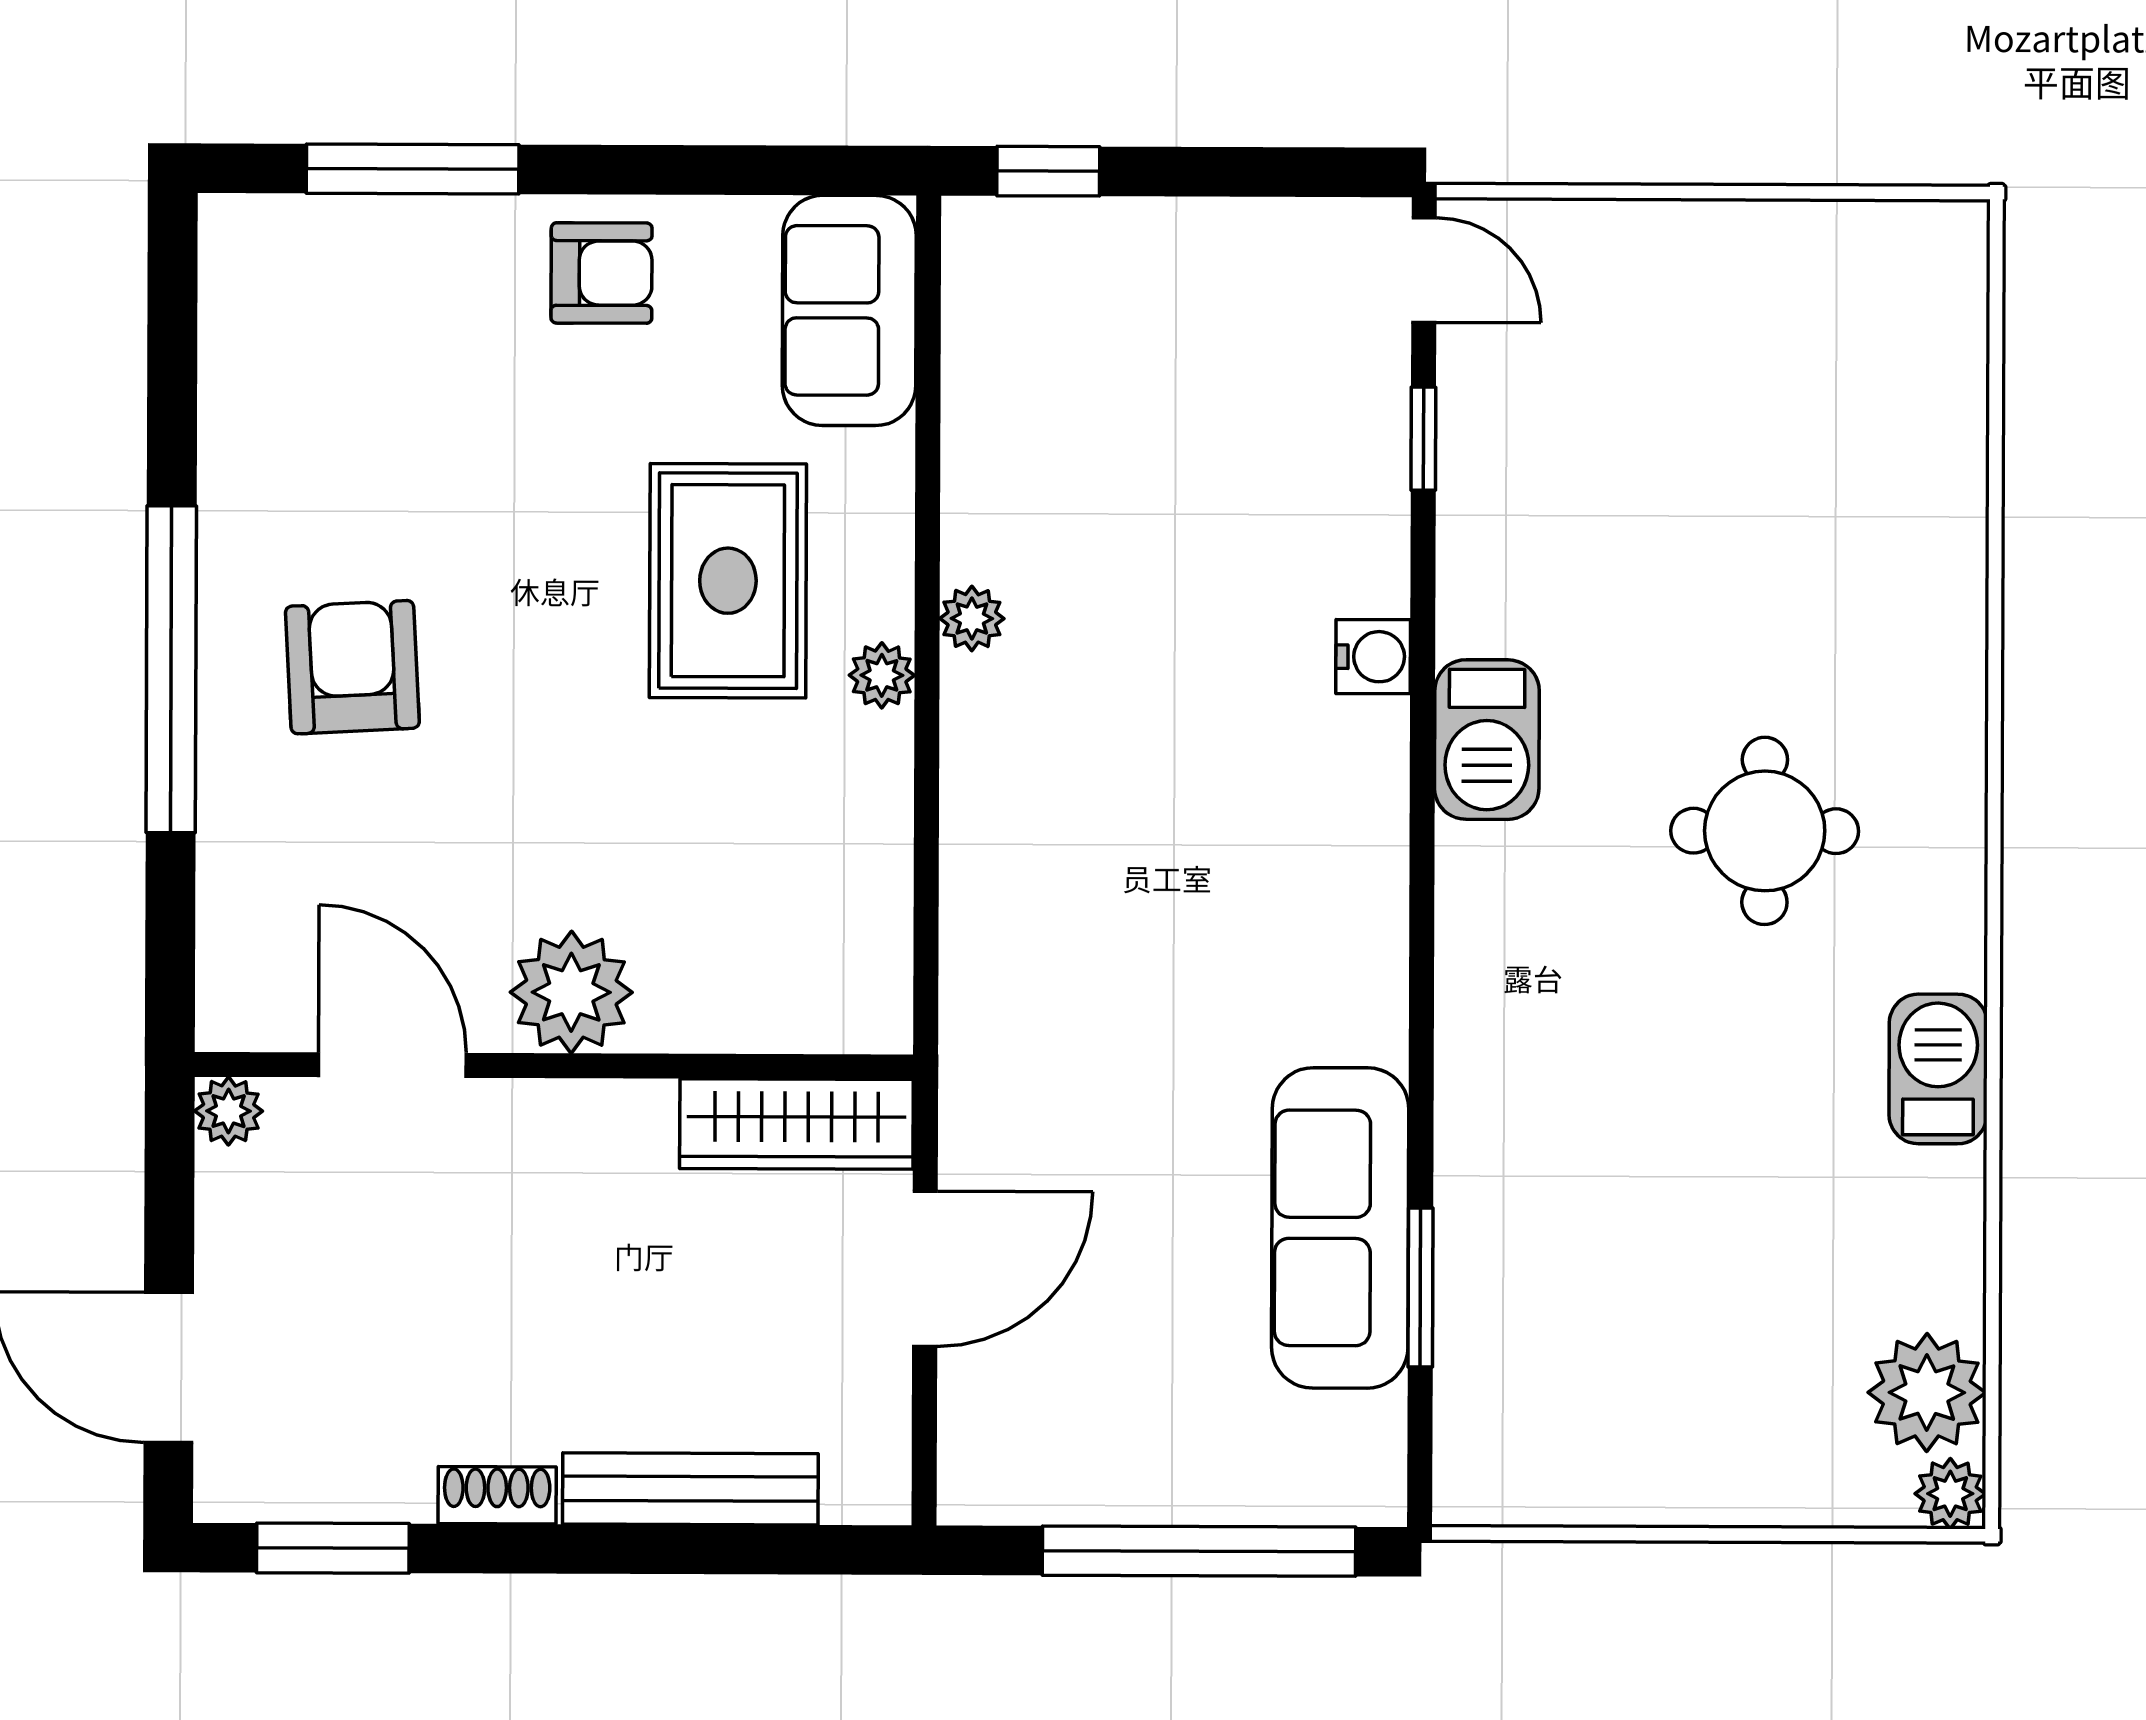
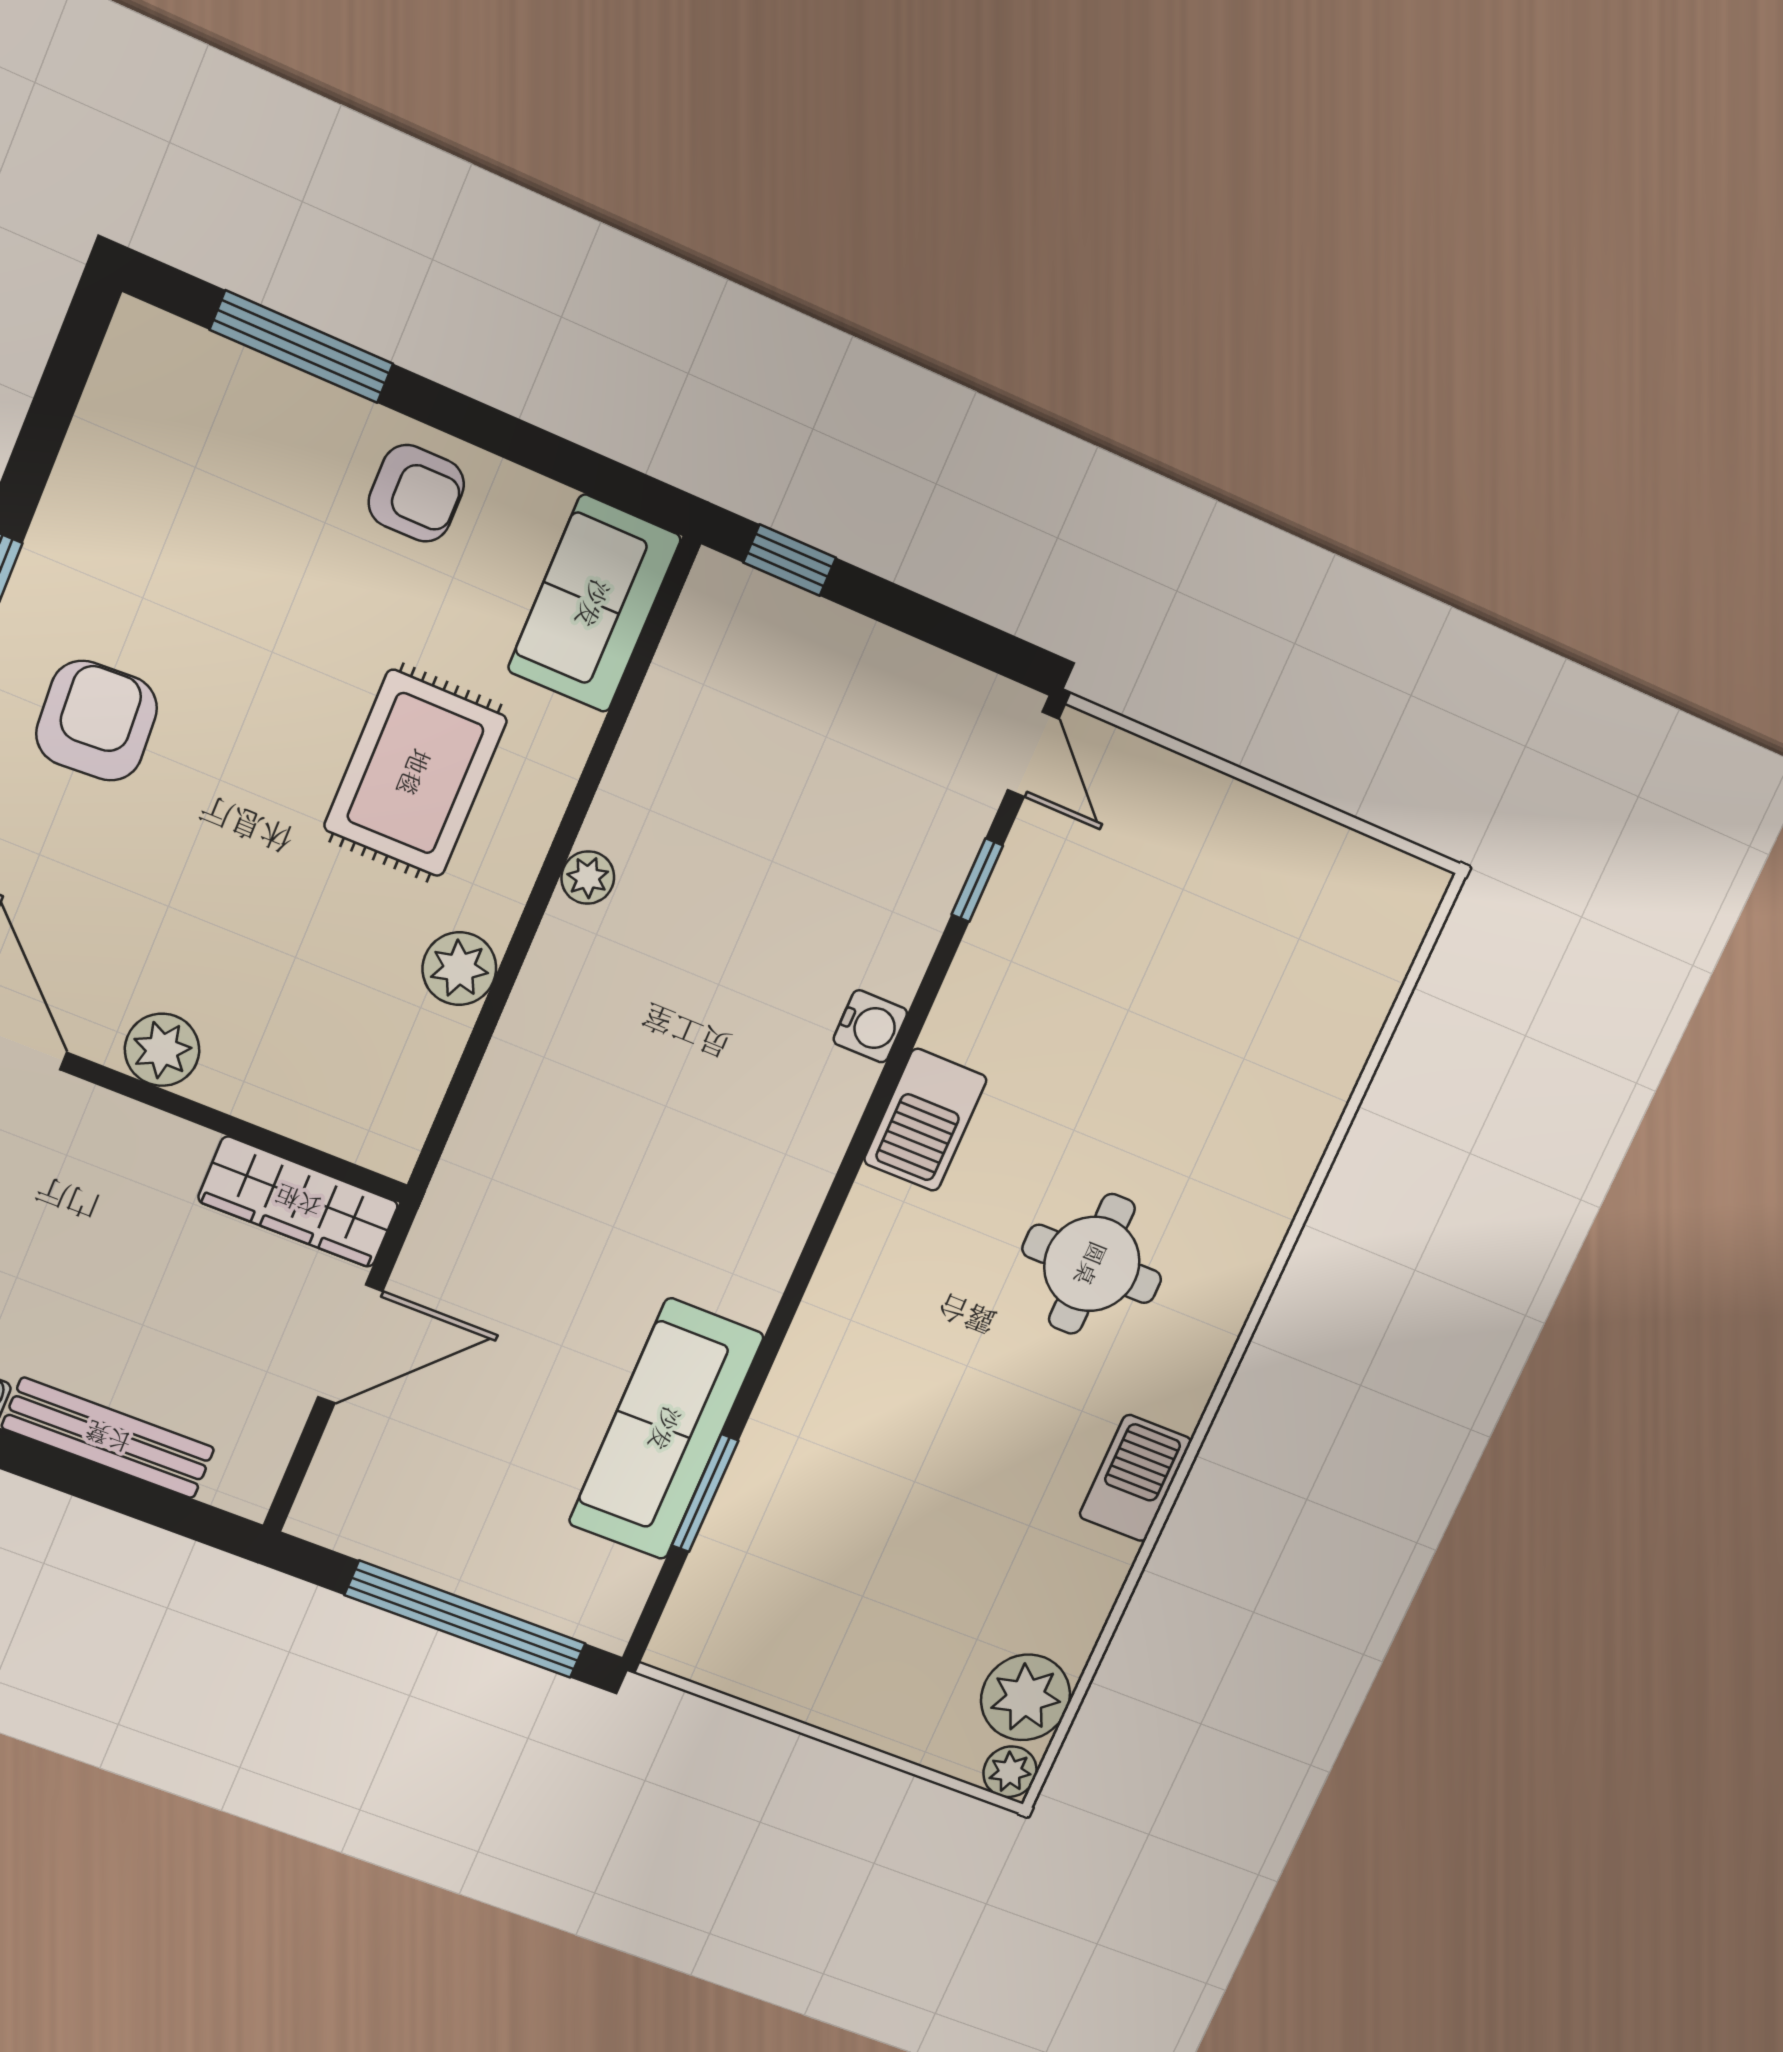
plant: (882, 675) -> (459, 969), moved, width x1.38, depth x1.38
plant: (571, 992) -> (162, 1050), width x0.73, depth x0.73

